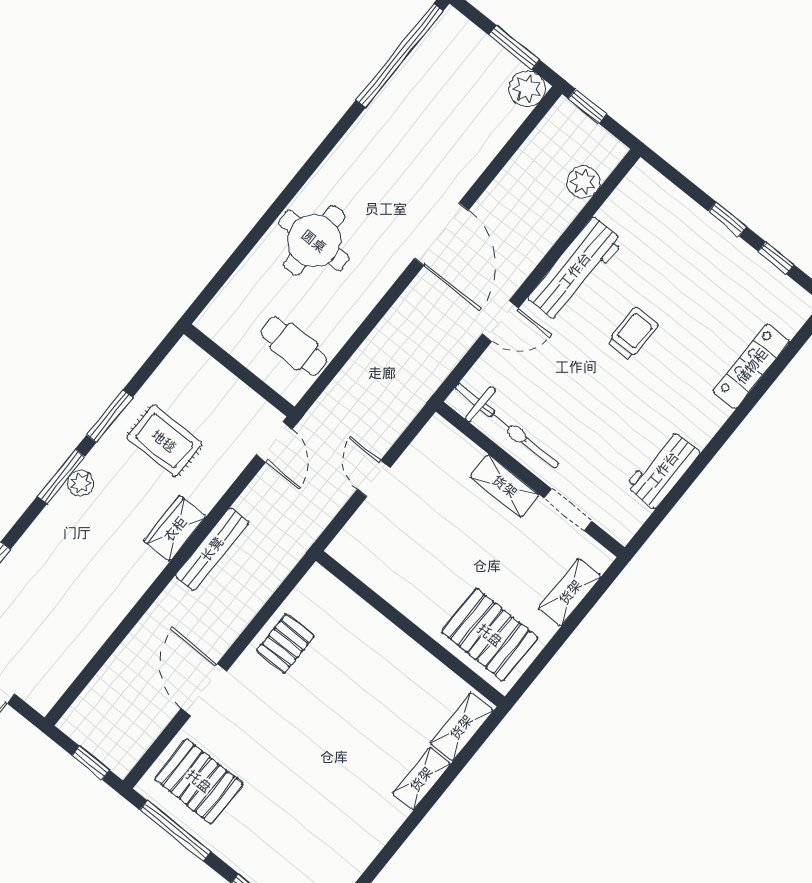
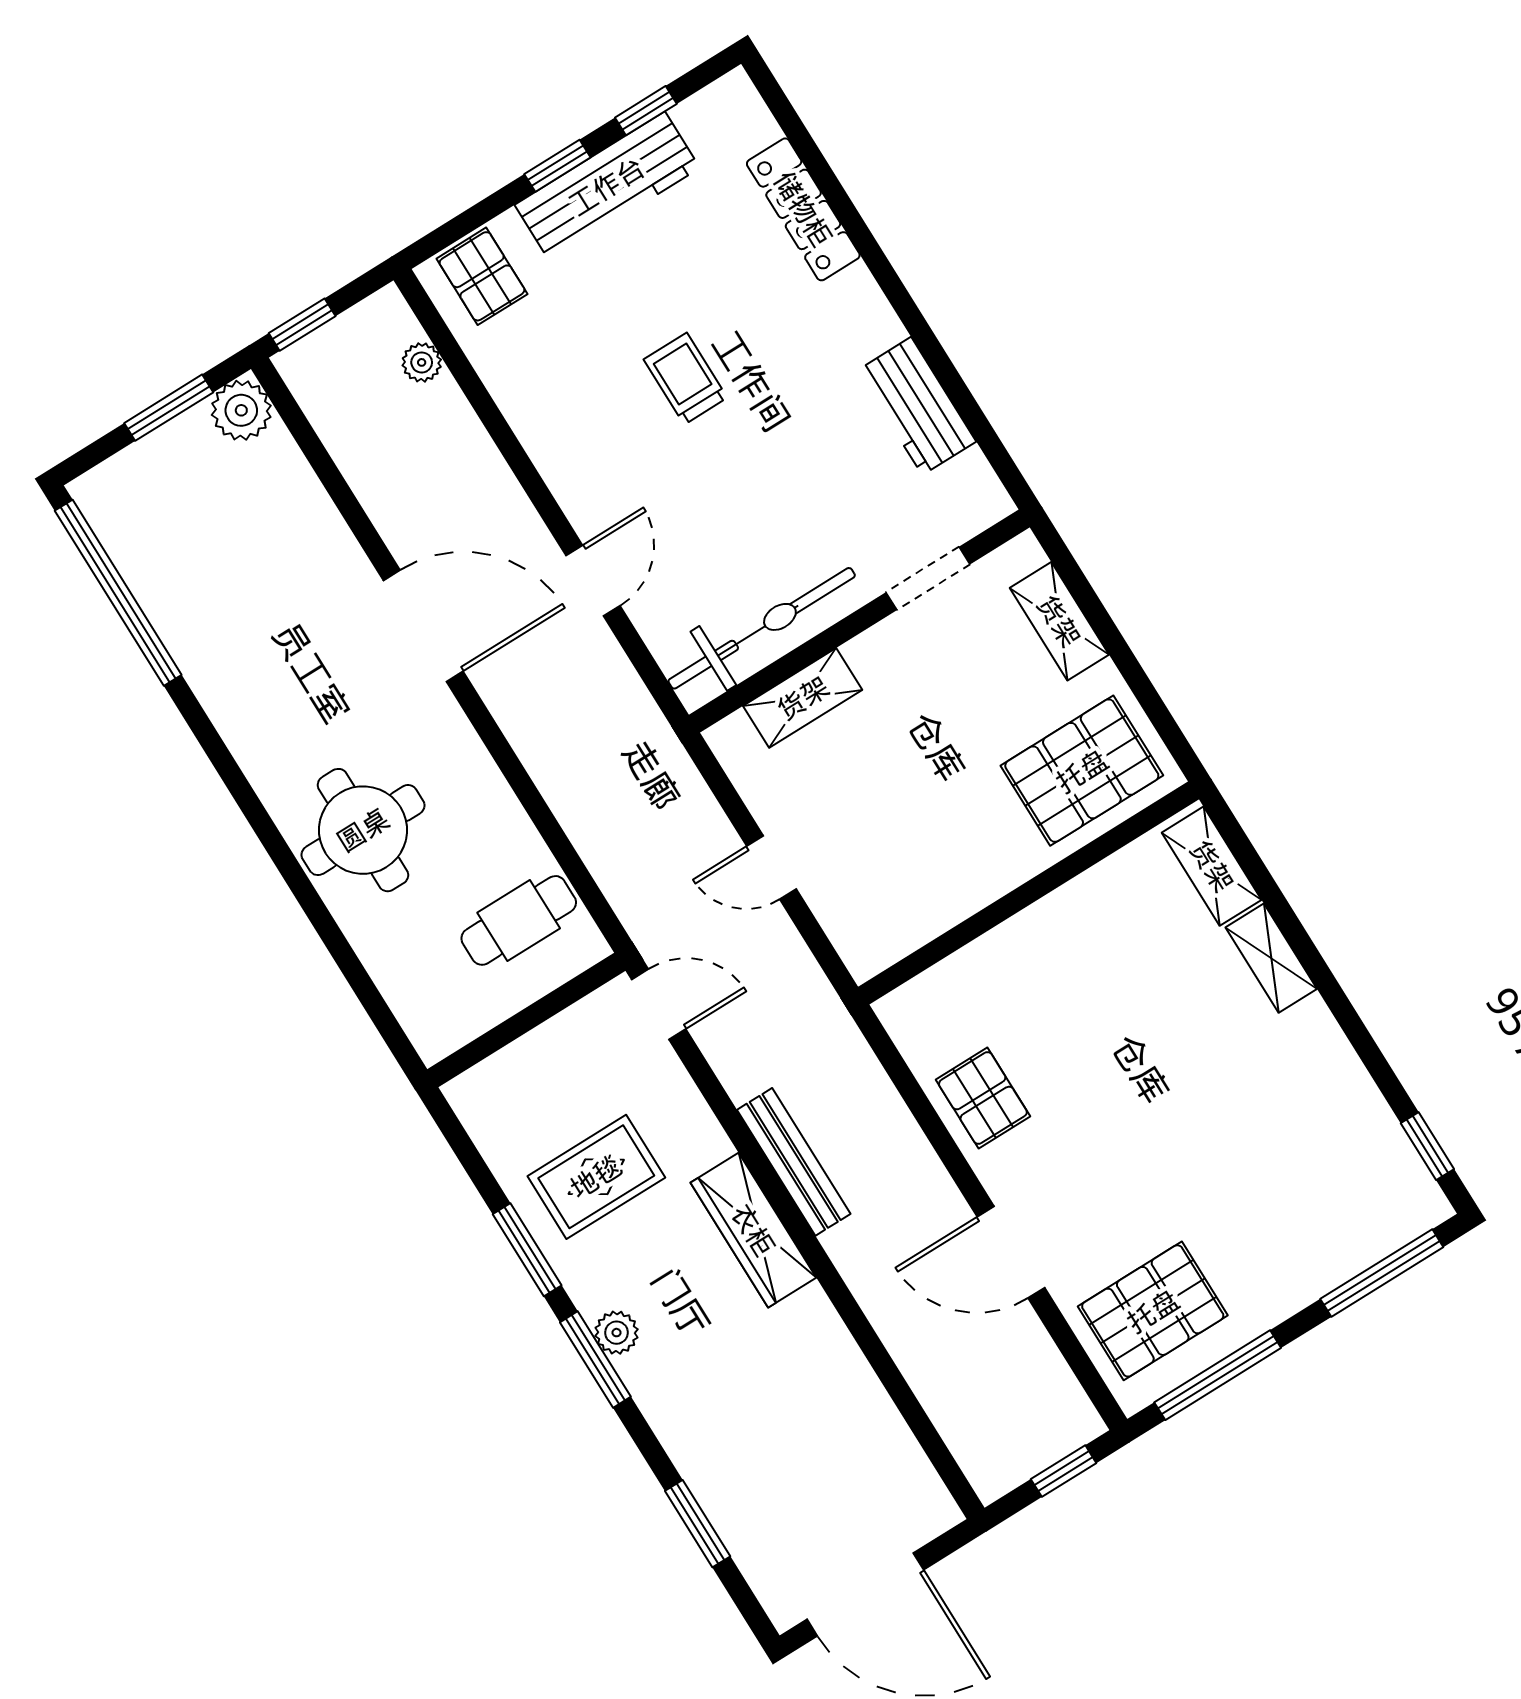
plant: (583, 182) -> (422, 362), width x0.73, depth x0.73
pallet: (650, 198) -> (482, 276), added
workbench: (575, 270) -> (607, 186), moved, turned 90
shelving: (505, 486) -> (803, 698), moved
wardrobe: (175, 529) -> (753, 1230), width x1.50

